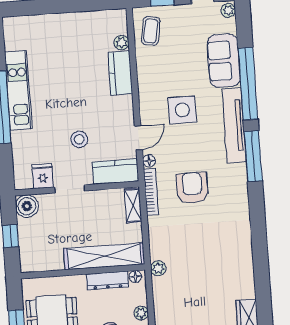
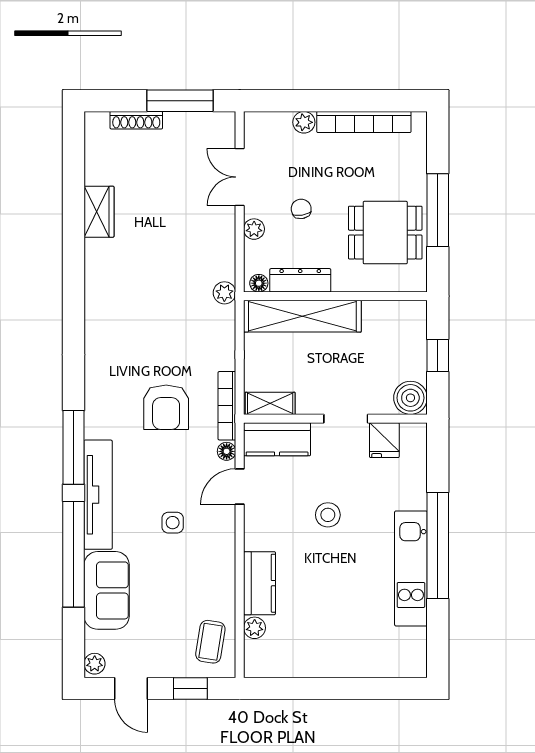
side table: (182, 110) -> (173, 523), width x0.54, depth x0.54
stool: (79, 139) -> (328, 515), moved
shelving: (133, 205) -> (270, 403), moved, turned 90

